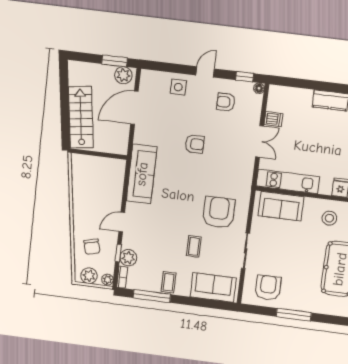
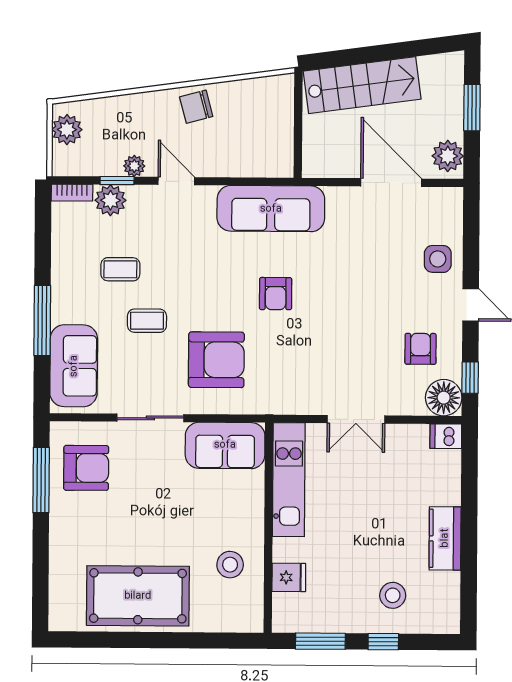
window: (115, 61) -> (472, 108), moved
floor lamp: (259, 88) -> (444, 398), width x1.89, depth x1.89
dishwasher: (273, 119) -> (446, 436), moved, turned 90
armchair: (195, 144) -> (276, 294), moved
sofa: (281, 206) -> (225, 445), moved, turned -90
chair: (92, 247) -> (196, 107), moved
plant: (108, 280) -> (134, 166), moved
coffee table: (169, 282) -> (120, 269), moved
window: (152, 296) -> (42, 320), moved
window: (294, 315) -> (41, 480), moved

